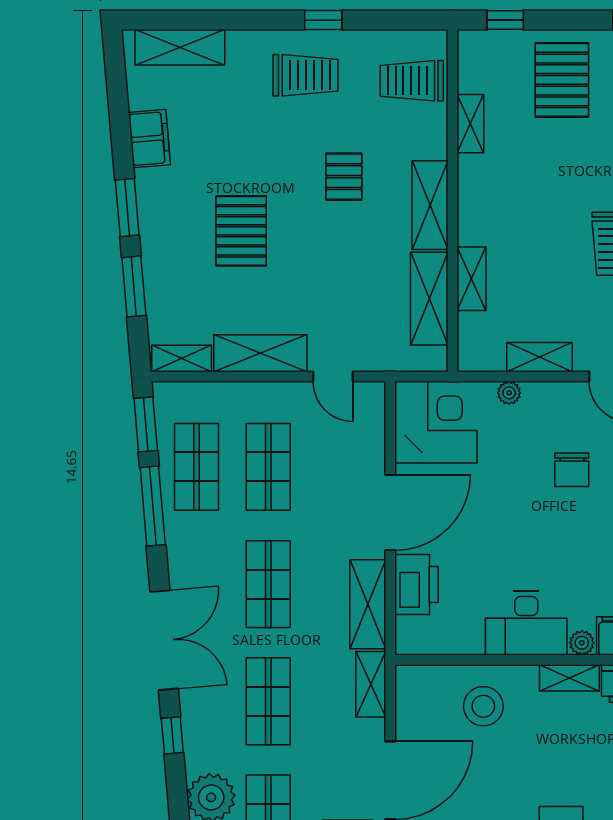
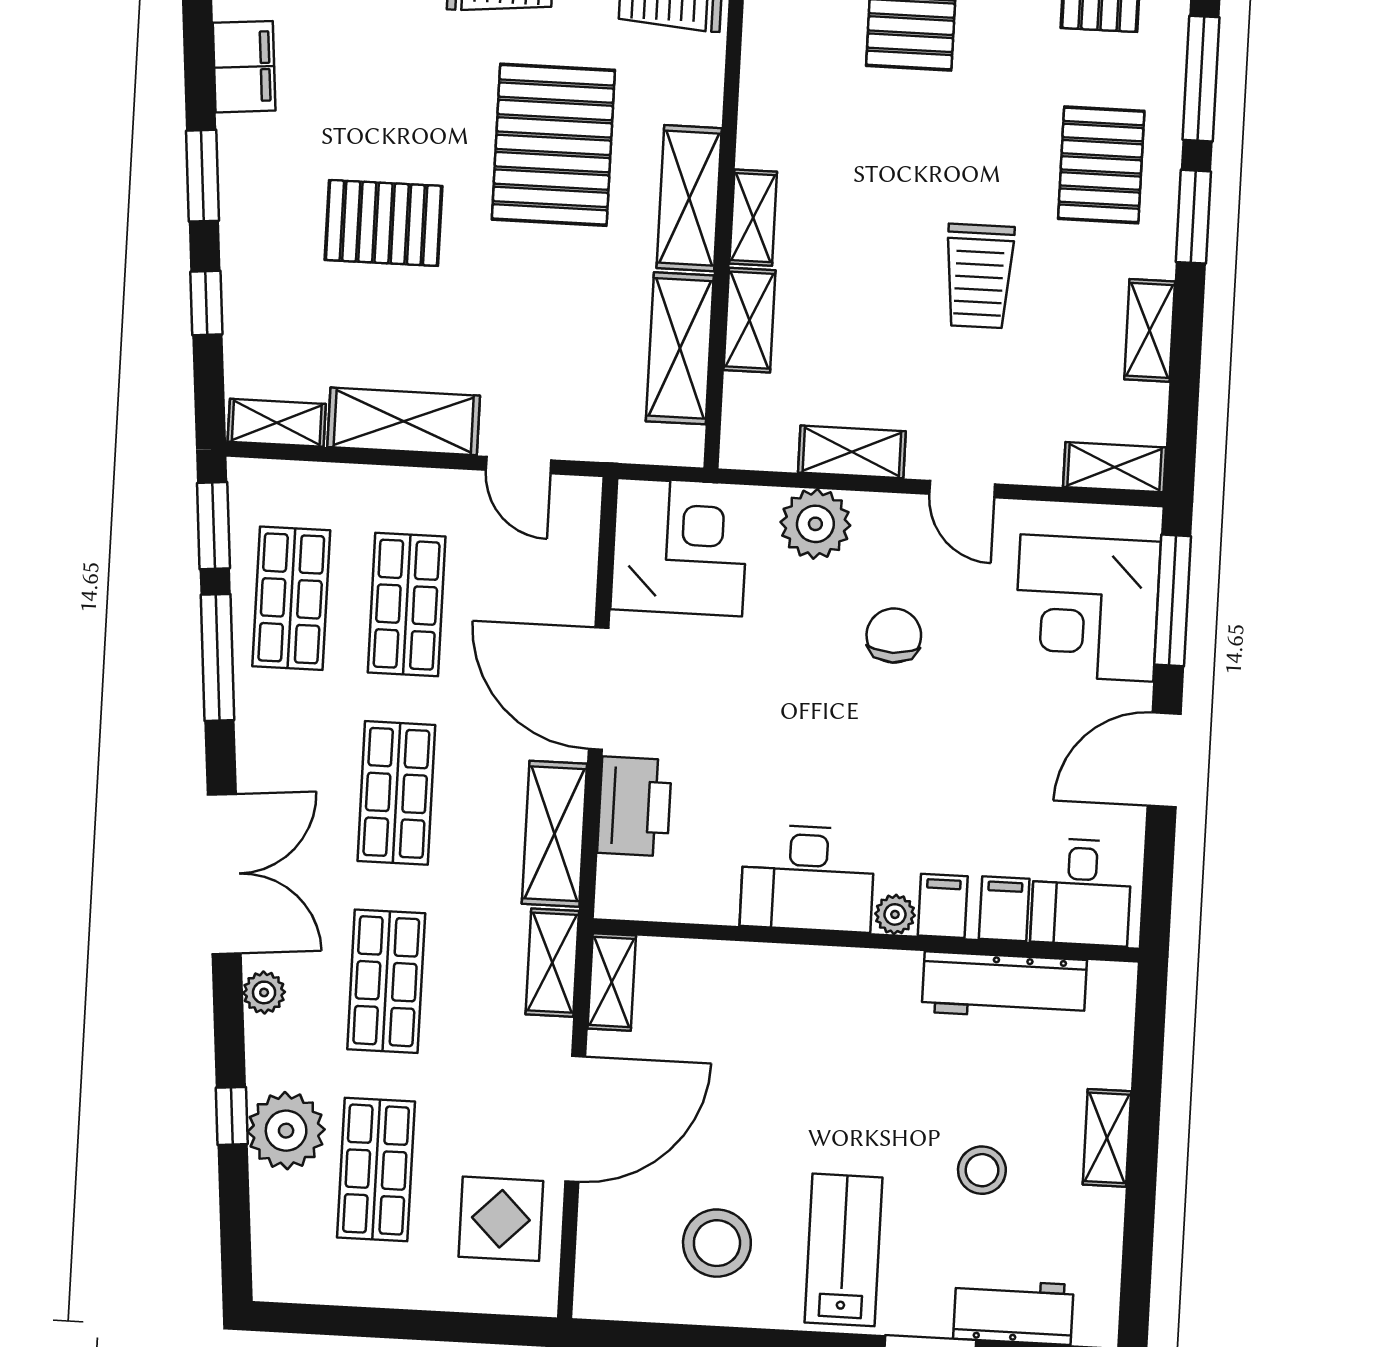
shelving: (470, 124) -> (753, 218), moved
pallet: (344, 177) -> (553, 145), width x2.05, depth x2.00
pallet: (241, 231) -> (384, 223), turned 90
window: (134, 286) -> (206, 303), width x0.67
plant: (509, 393) -> (815, 524), width x1.88, depth x1.88
chair: (572, 470) -> (894, 636), turned 180
door: (390, 513) -> (599, 689), swing flipped
shelving: (569, 678) -> (612, 982), moved, turned 90
stool: (483, 706) -> (731, 1008), removed
plant: (193, 712) -> (264, 992), added
window: (172, 735) -> (232, 1116), moved

